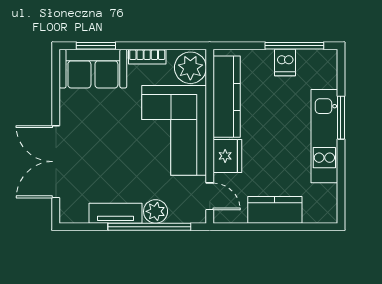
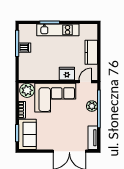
kitchen counter: (227, 97) -> (40, 74), removed
tv unit: (115, 213) -> (93, 138), moved

